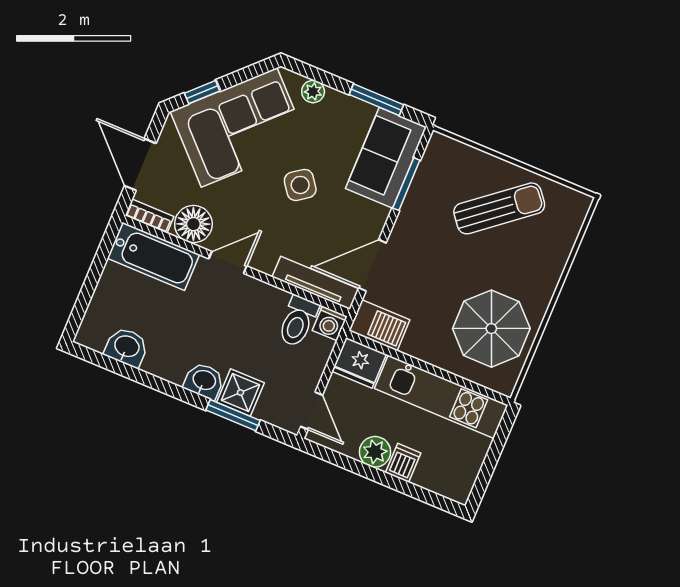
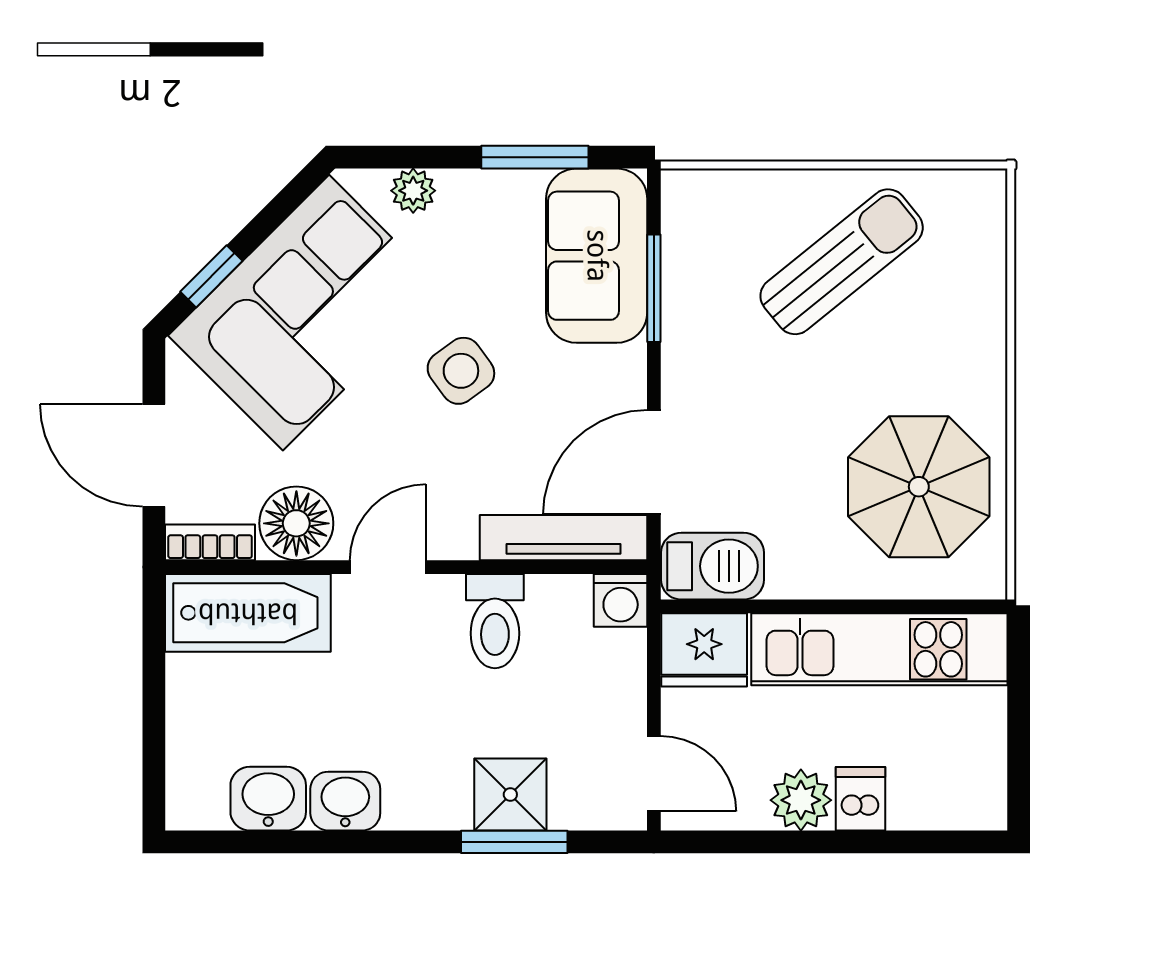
toilet: (298, 321) -> (495, 621), moved
washbasin: (204, 381) -> (345, 801), moved

